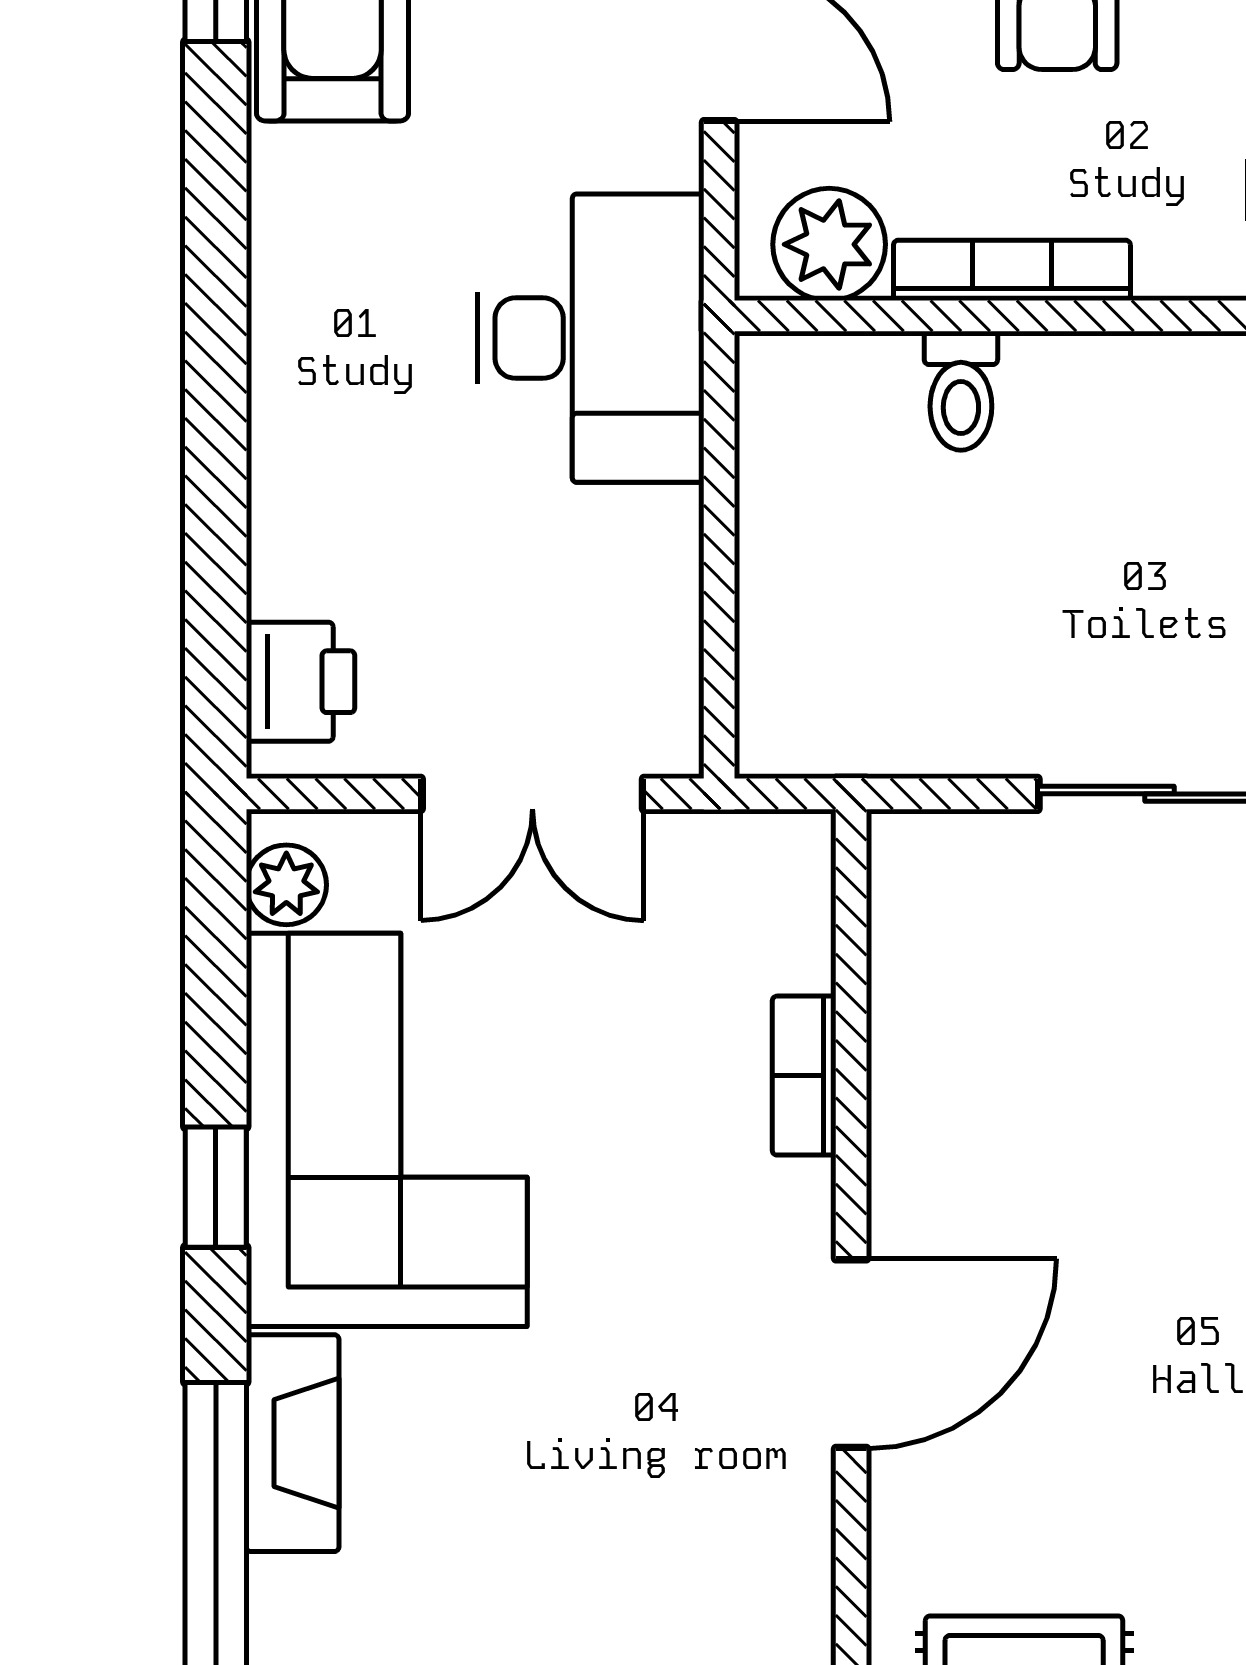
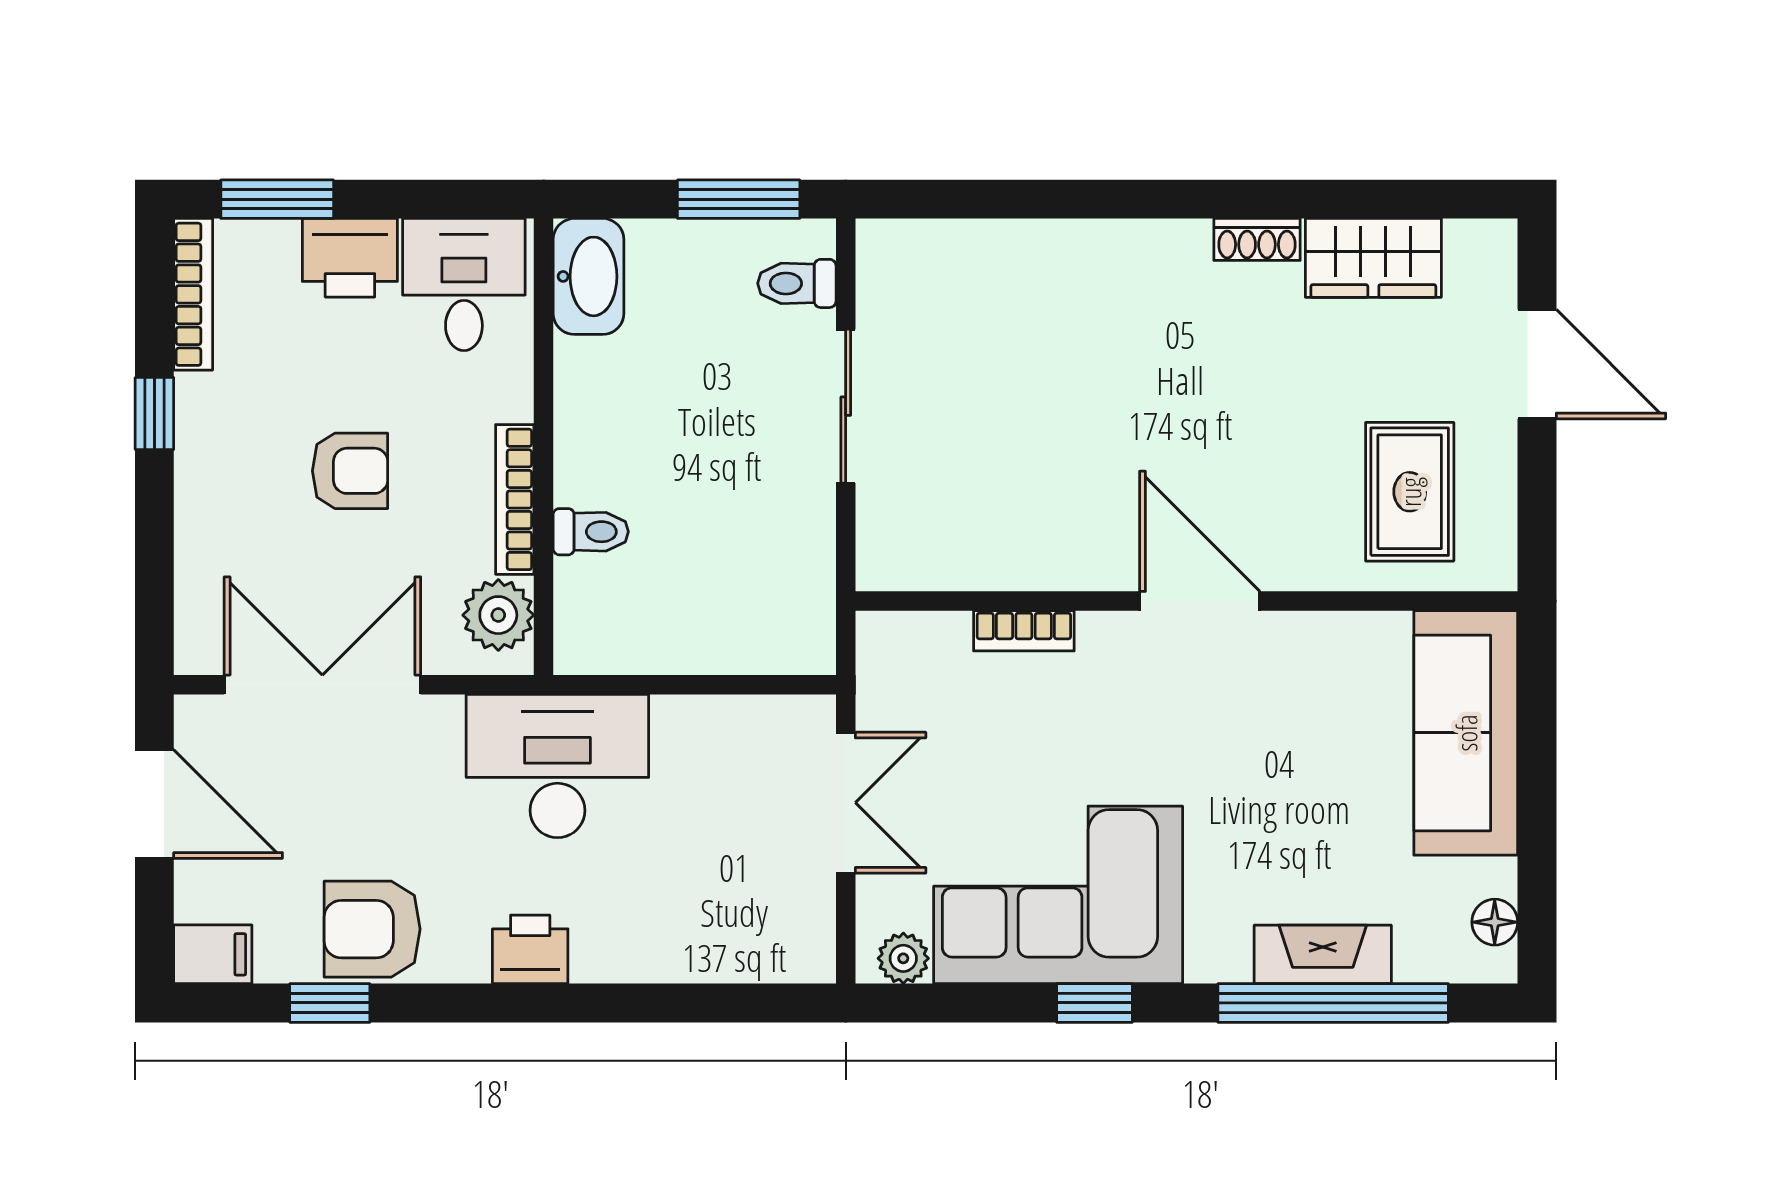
printer: (300, 682) -> (530, 949), moved
fireplace: (293, 1443) -> (1323, 954), moved

